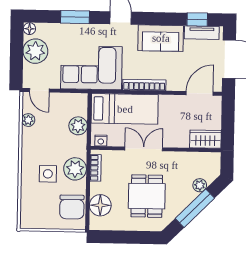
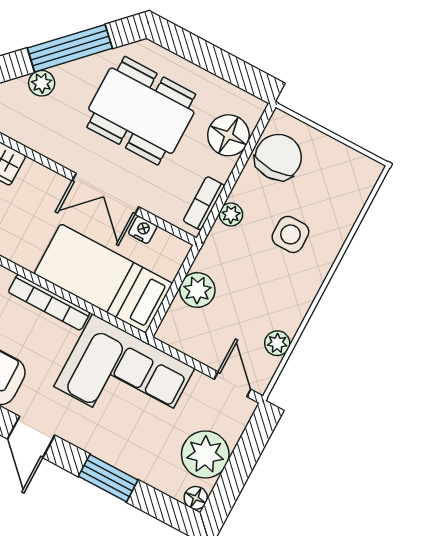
nightstand: (101, 141) -> (143, 230), moved
plant: (75, 169) -> (231, 215), width x0.53, depth x0.53
dining table: (147, 196) -> (141, 111), width x1.38

